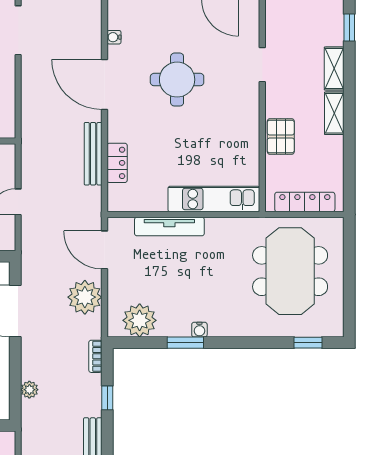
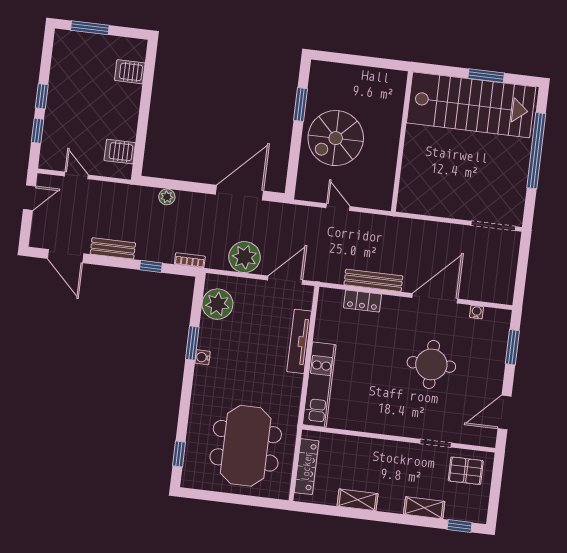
shelving: (334, 113) -> (358, 500), moved
pallet: (281, 136) -> (466, 471), moved
meeting table: (290, 271) -> (246, 446), turned 90

